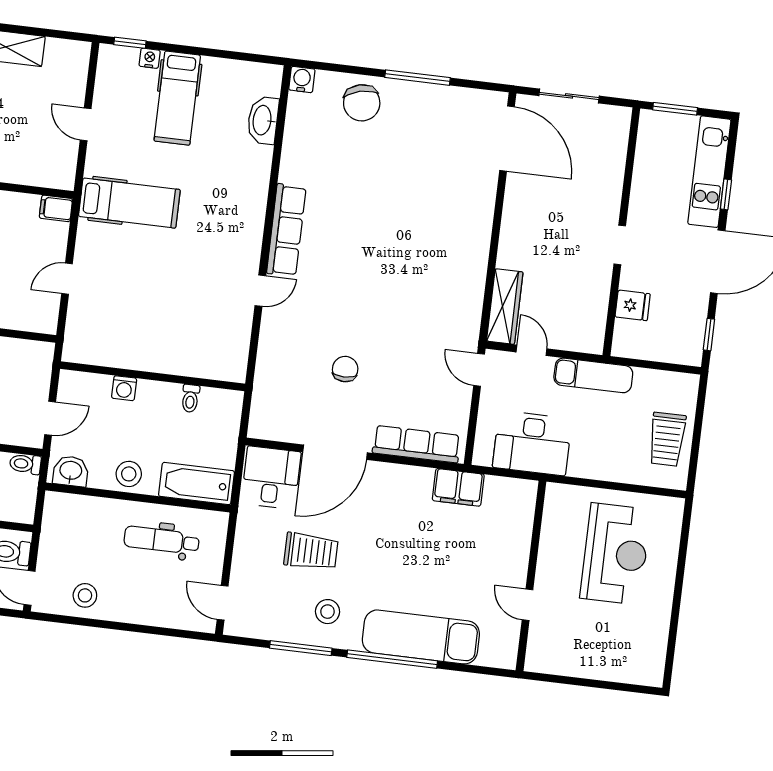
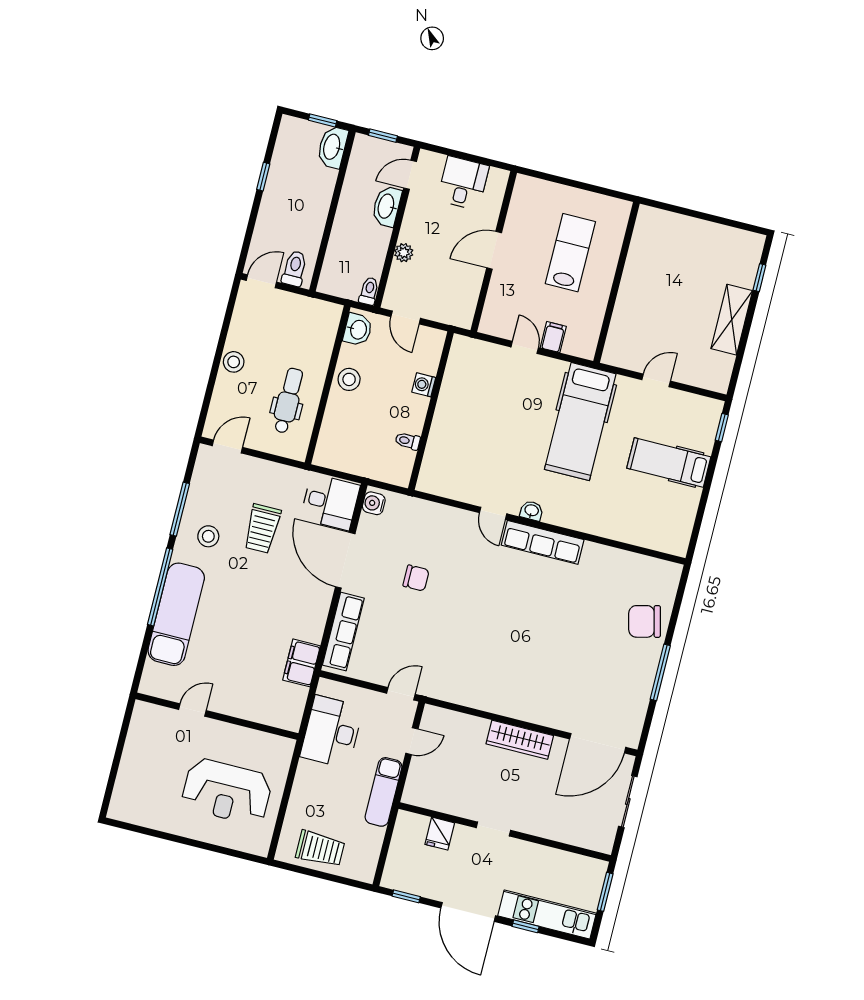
nightstand: (150, 58) -> (706, 443), removed
water cooler: (302, 79) -> (374, 503), moved, turned 180
washbasin: (263, 120) -> (532, 511), moved, width x0.52, depth x0.69
hospital bed: (129, 203) -> (580, 422), width x1.37, depth x1.29
filing cabinet: (56, 208) -> (553, 337), moved
wardrobe: (505, 307) -> (520, 740), moved
trolley: (667, 439) -> (320, 849), turned 180
bathtub: (197, 484) -> (333, 437), removed
stool: (85, 595) -> (234, 362), moved

